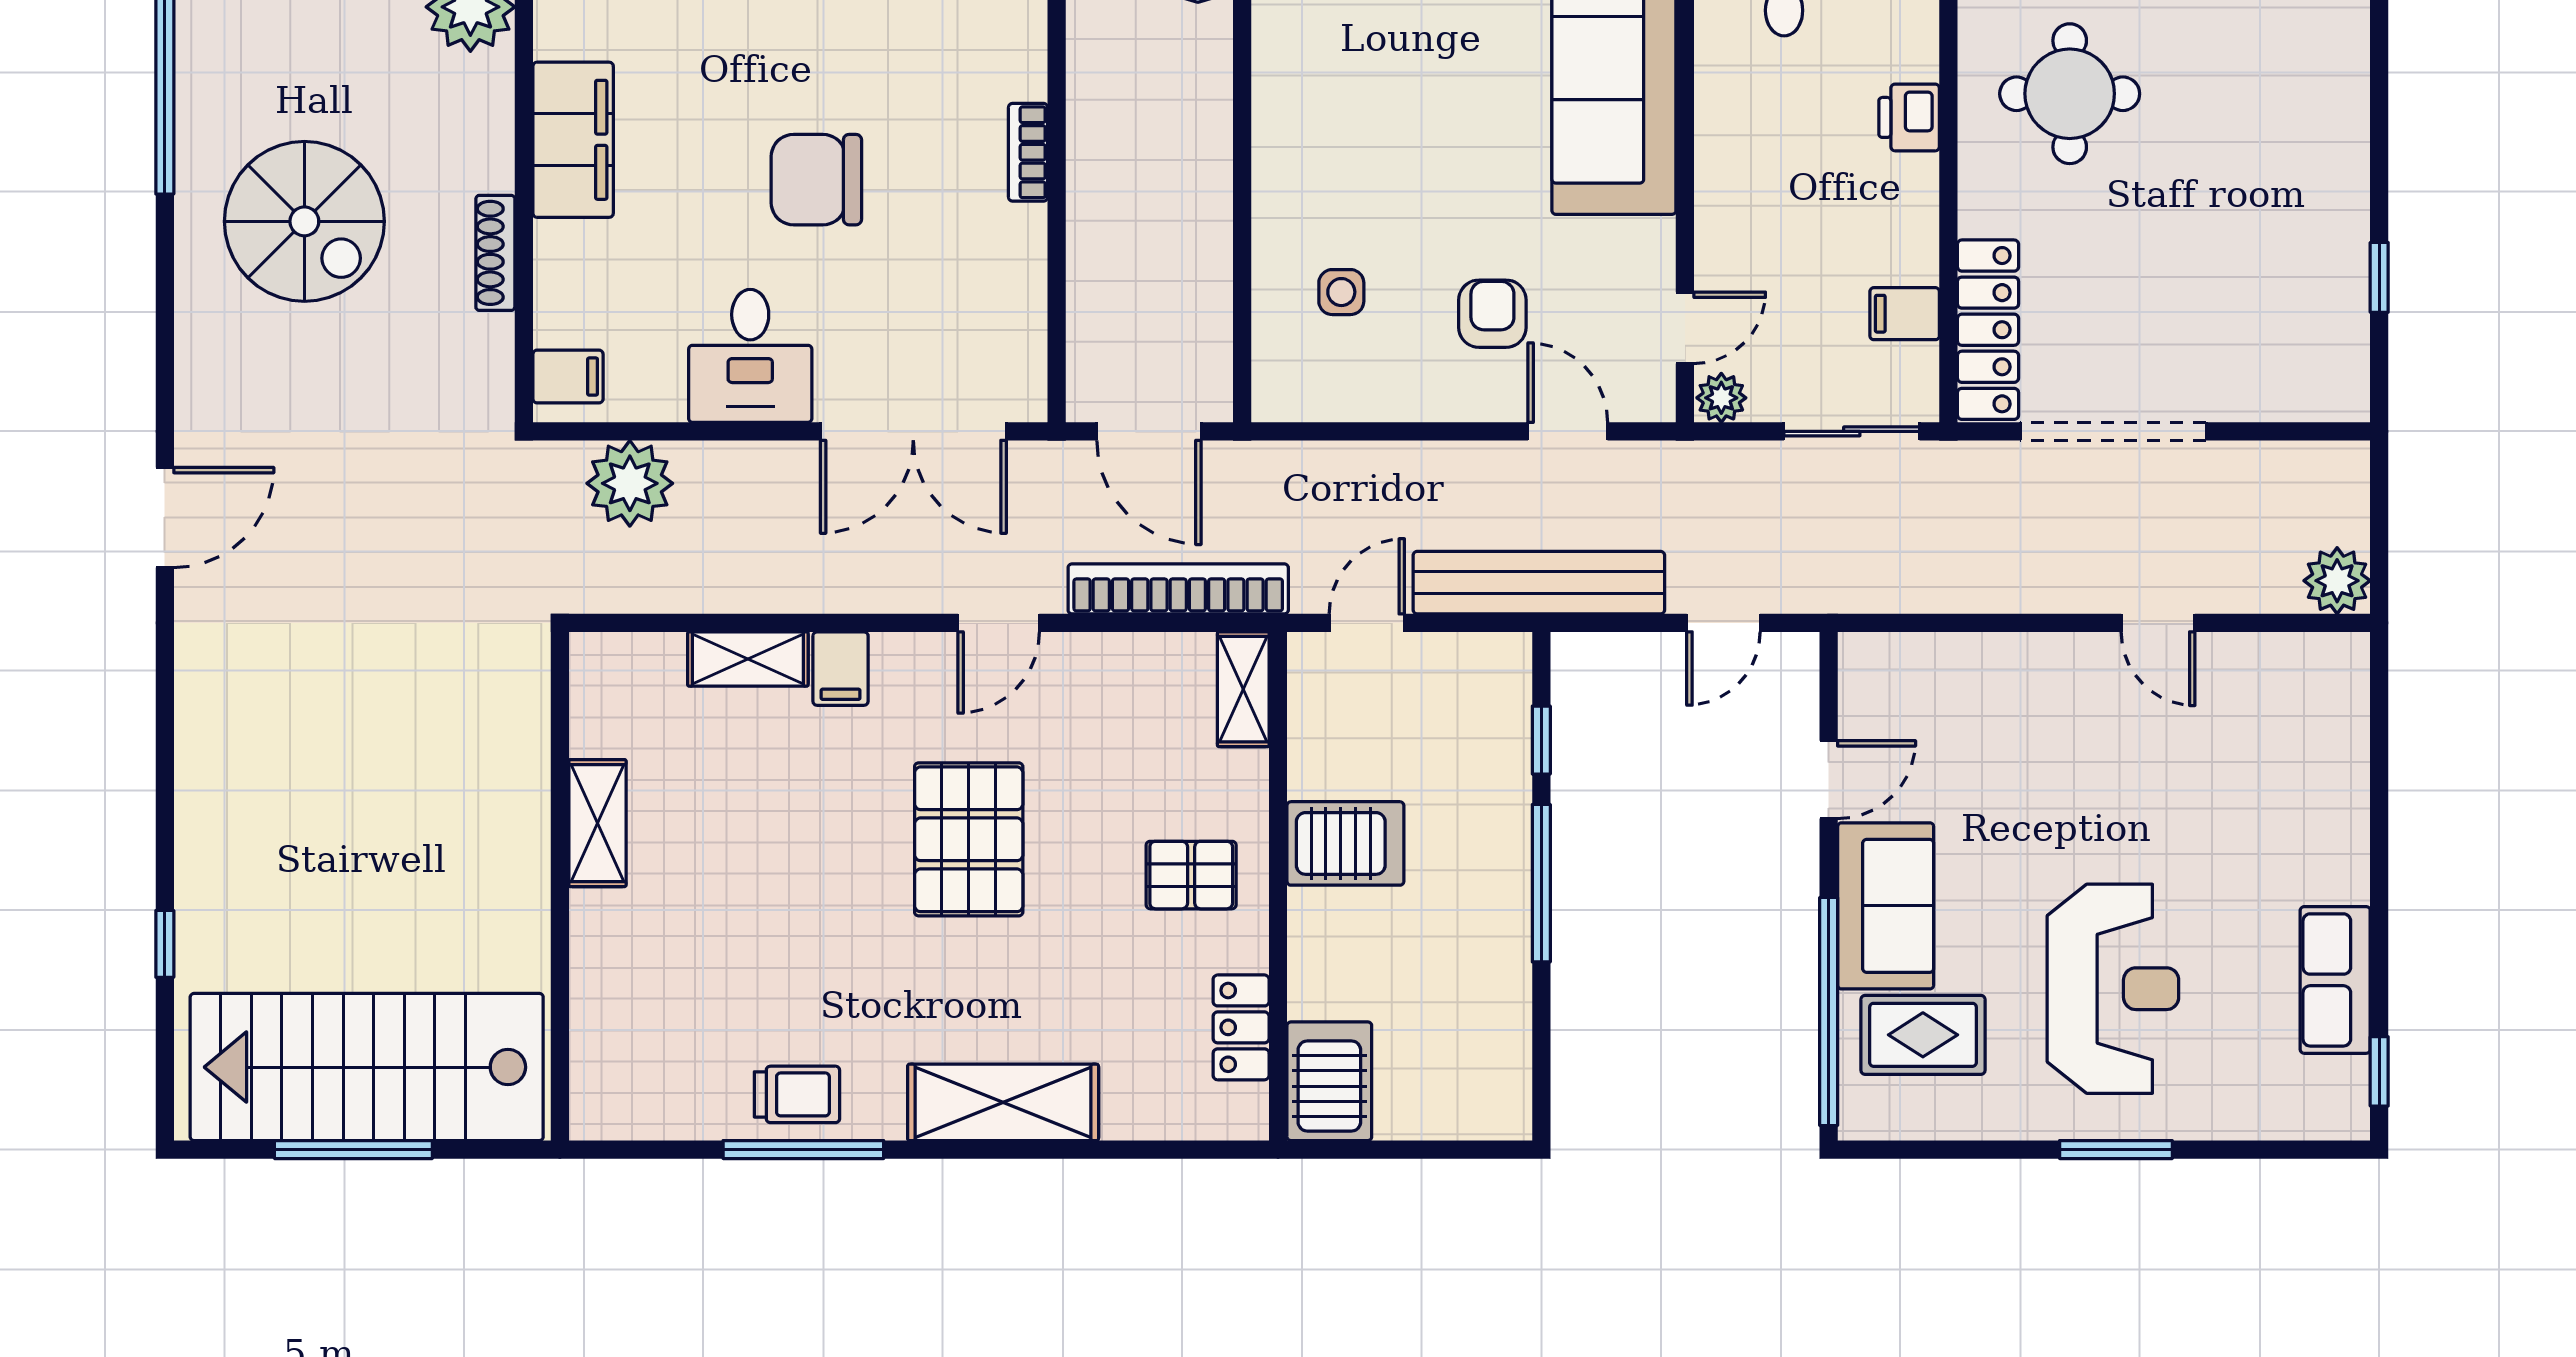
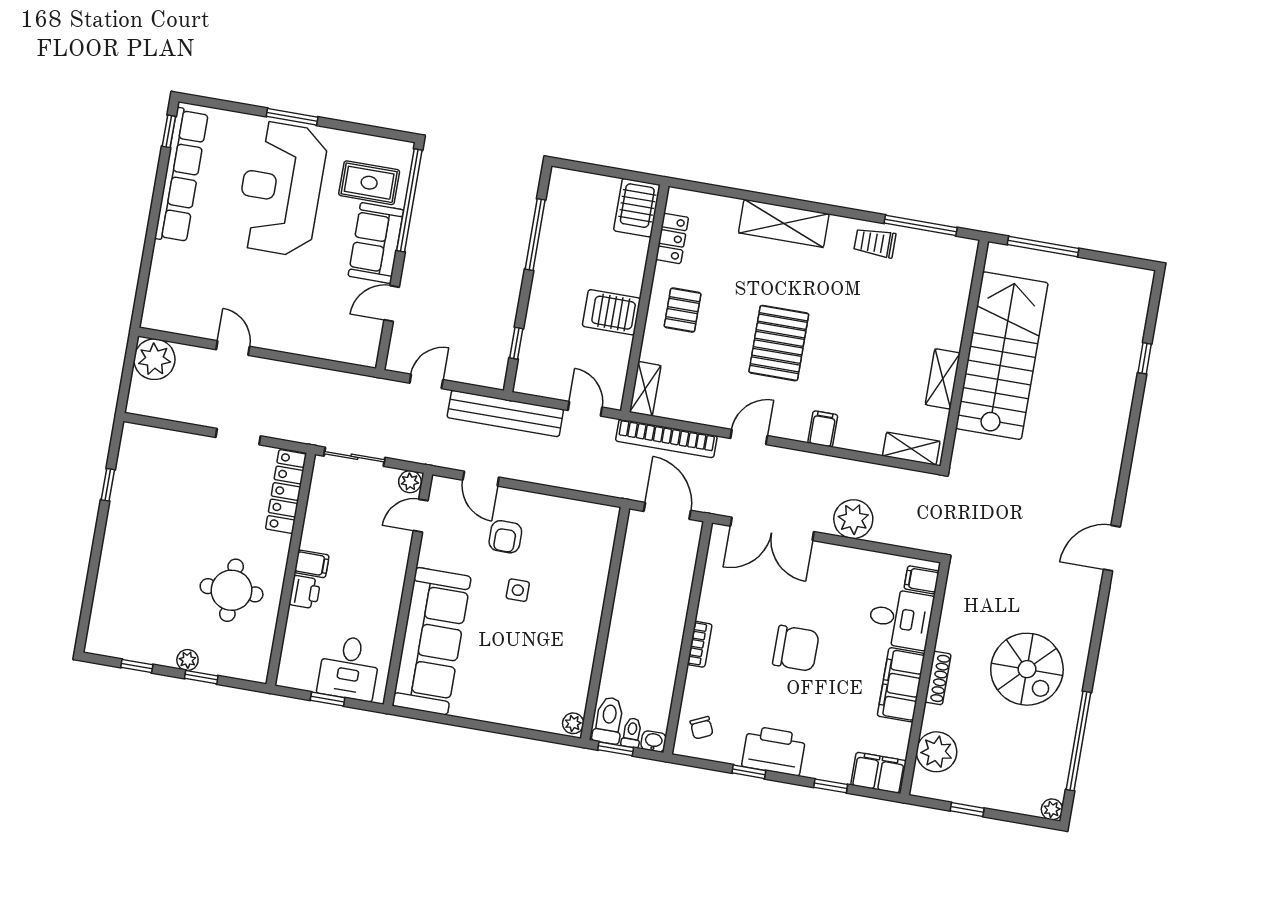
spiral stairs: (304, 221) -> (1027, 669), turned 180
shoe rack: (495, 253) -> (938, 678), moved
side table: (1341, 292) -> (518, 590), moved
filing cabinet: (1905, 314) -> (312, 564), moved
desk: (750, 356) -> (900, 619), moved, turned 90
double door: (913, 431) -> (772, 529), swing flipped
doorway: (2113, 431) -> (238, 437), width x0.53
plant: (630, 483) -> (853, 519), moved
plant: (2337, 581) -> (154, 359), width x1.36, depth x1.36
door: (1367, 623) -> (585, 409), swing flipped
shelving: (748, 659) -> (911, 449), moved
pallet: (1191, 875) -> (683, 310), turned 90
window: (1541, 883) -> (535, 235), moved
row of seats: (2335, 980) -> (181, 175), width x2.02
reception desk: (2113, 989) -> (281, 189), width x1.36, depth x1.30
stairs: (367, 1067) -> (1002, 356), moved, turned -90
window: (353, 1150) -> (1043, 247), moved
window: (803, 1150) -> (921, 225), moved

